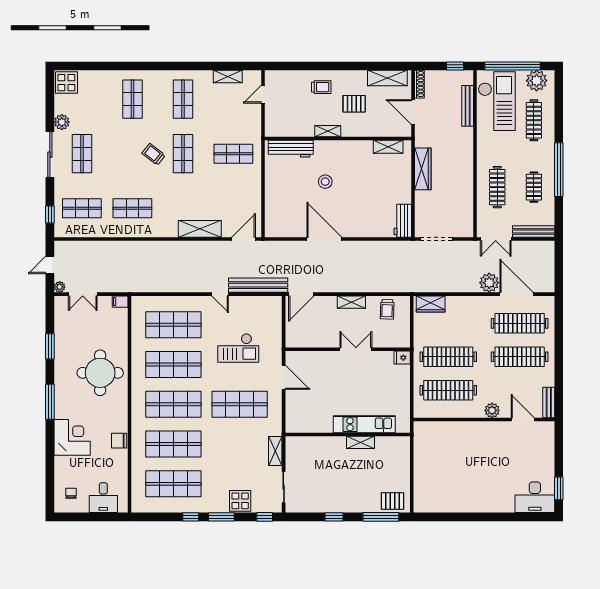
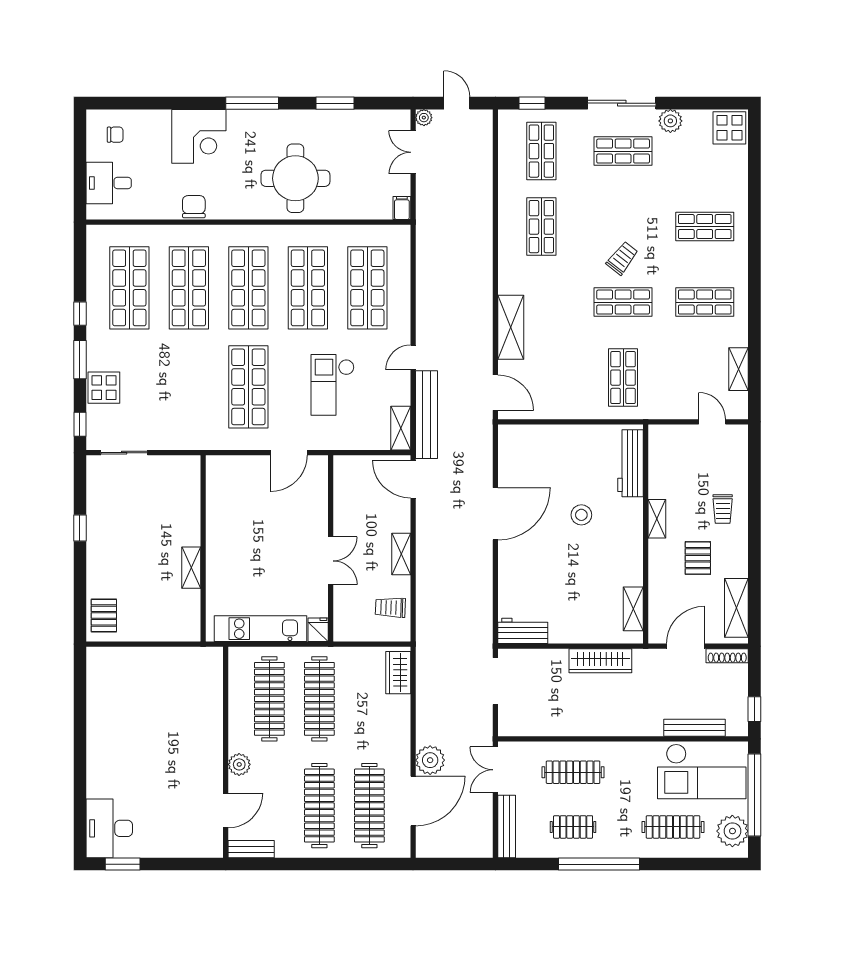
kitchen unit: (364, 424) -> (260, 629), moved, turned -90
shelving: (275, 451) -> (401, 428), moved, turned 90
window: (381, 517) -> (80, 598), removed

